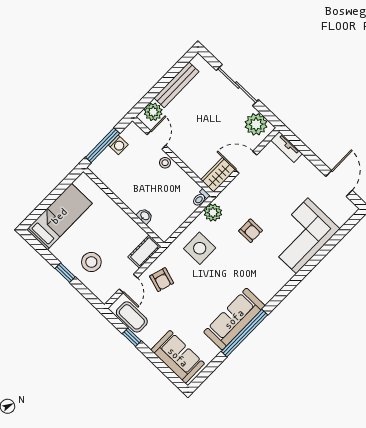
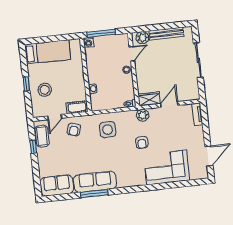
plant: (256, 124) -> (191, 89), removed
washing machine: (118, 145) -> (88, 42), moved
door: (246, 162) -> (169, 104), hinge flipped
plant: (213, 213) -> (143, 115), moved
window: (244, 333) -> (94, 194), width x0.68
sofa: (178, 357) -> (57, 185), moved, turned -90

